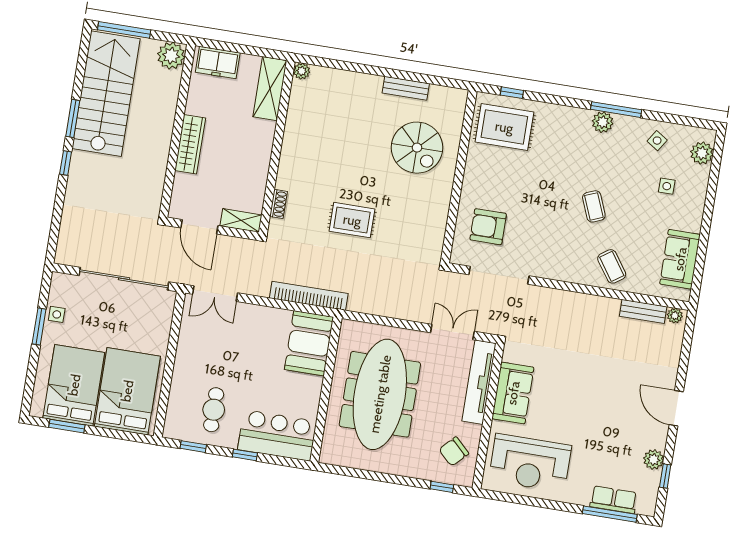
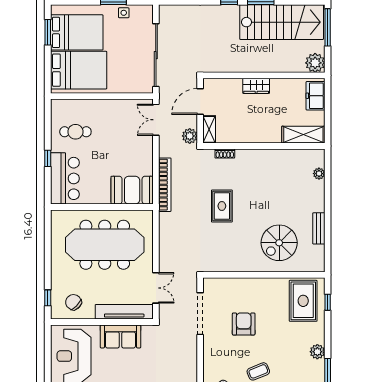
plant: (302, 71) -> (319, 174), moved
plant: (603, 122) -> (317, 352), moved
wardrobe: (190, 144) -> (256, 86), width x0.67
armchair: (488, 227) -> (244, 324), moved
plant: (246, 249) -> (190, 136), added
window: (193, 447) -> (48, 122), removed

